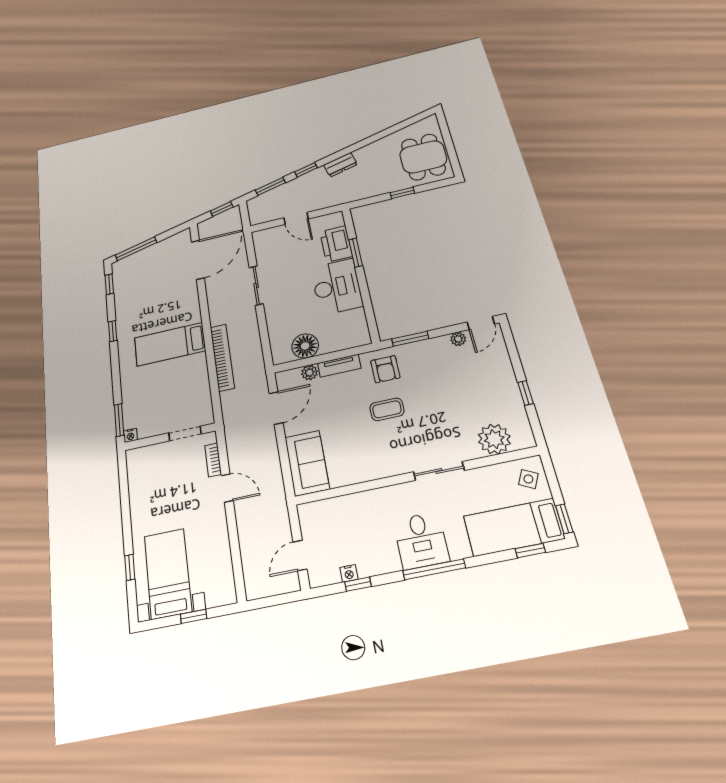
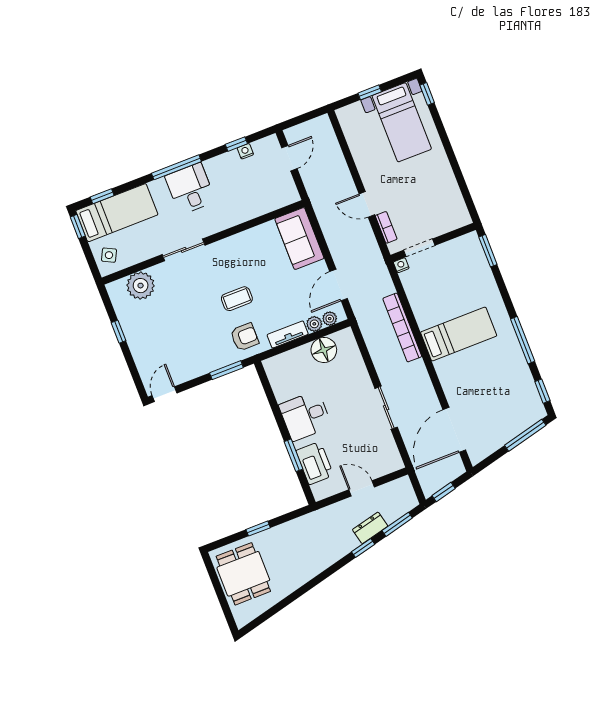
dresser: (340, 165) -> (370, 528), moved
desk: (337, 287) -> (305, 416), width x0.73
window: (113, 331) -> (523, 340), width x2.17
plant: (458, 339) -> (330, 319), moved
armchair: (385, 369) -> (245, 337), turned 90
nightstand: (130, 435) -> (401, 265), moved
window: (130, 567) -> (427, 94), moved

